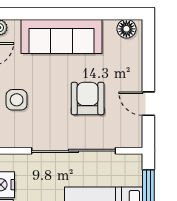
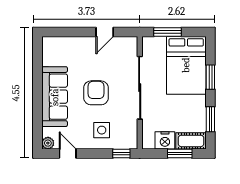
floor lamp: (126, 29) -> (49, 48), removed
armchair: (88, 98) -> (96, 93), moved, turned 90

